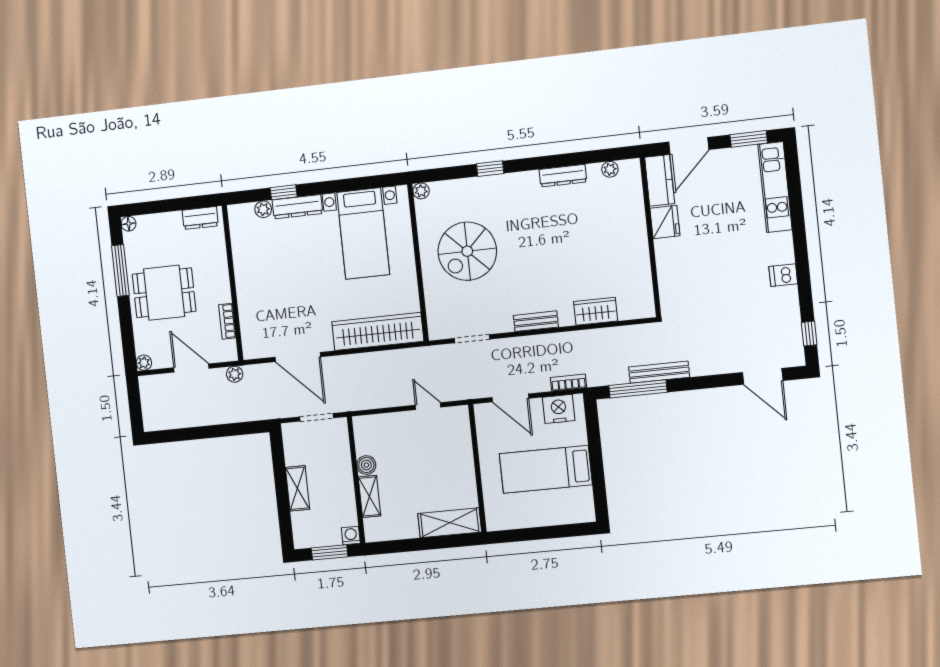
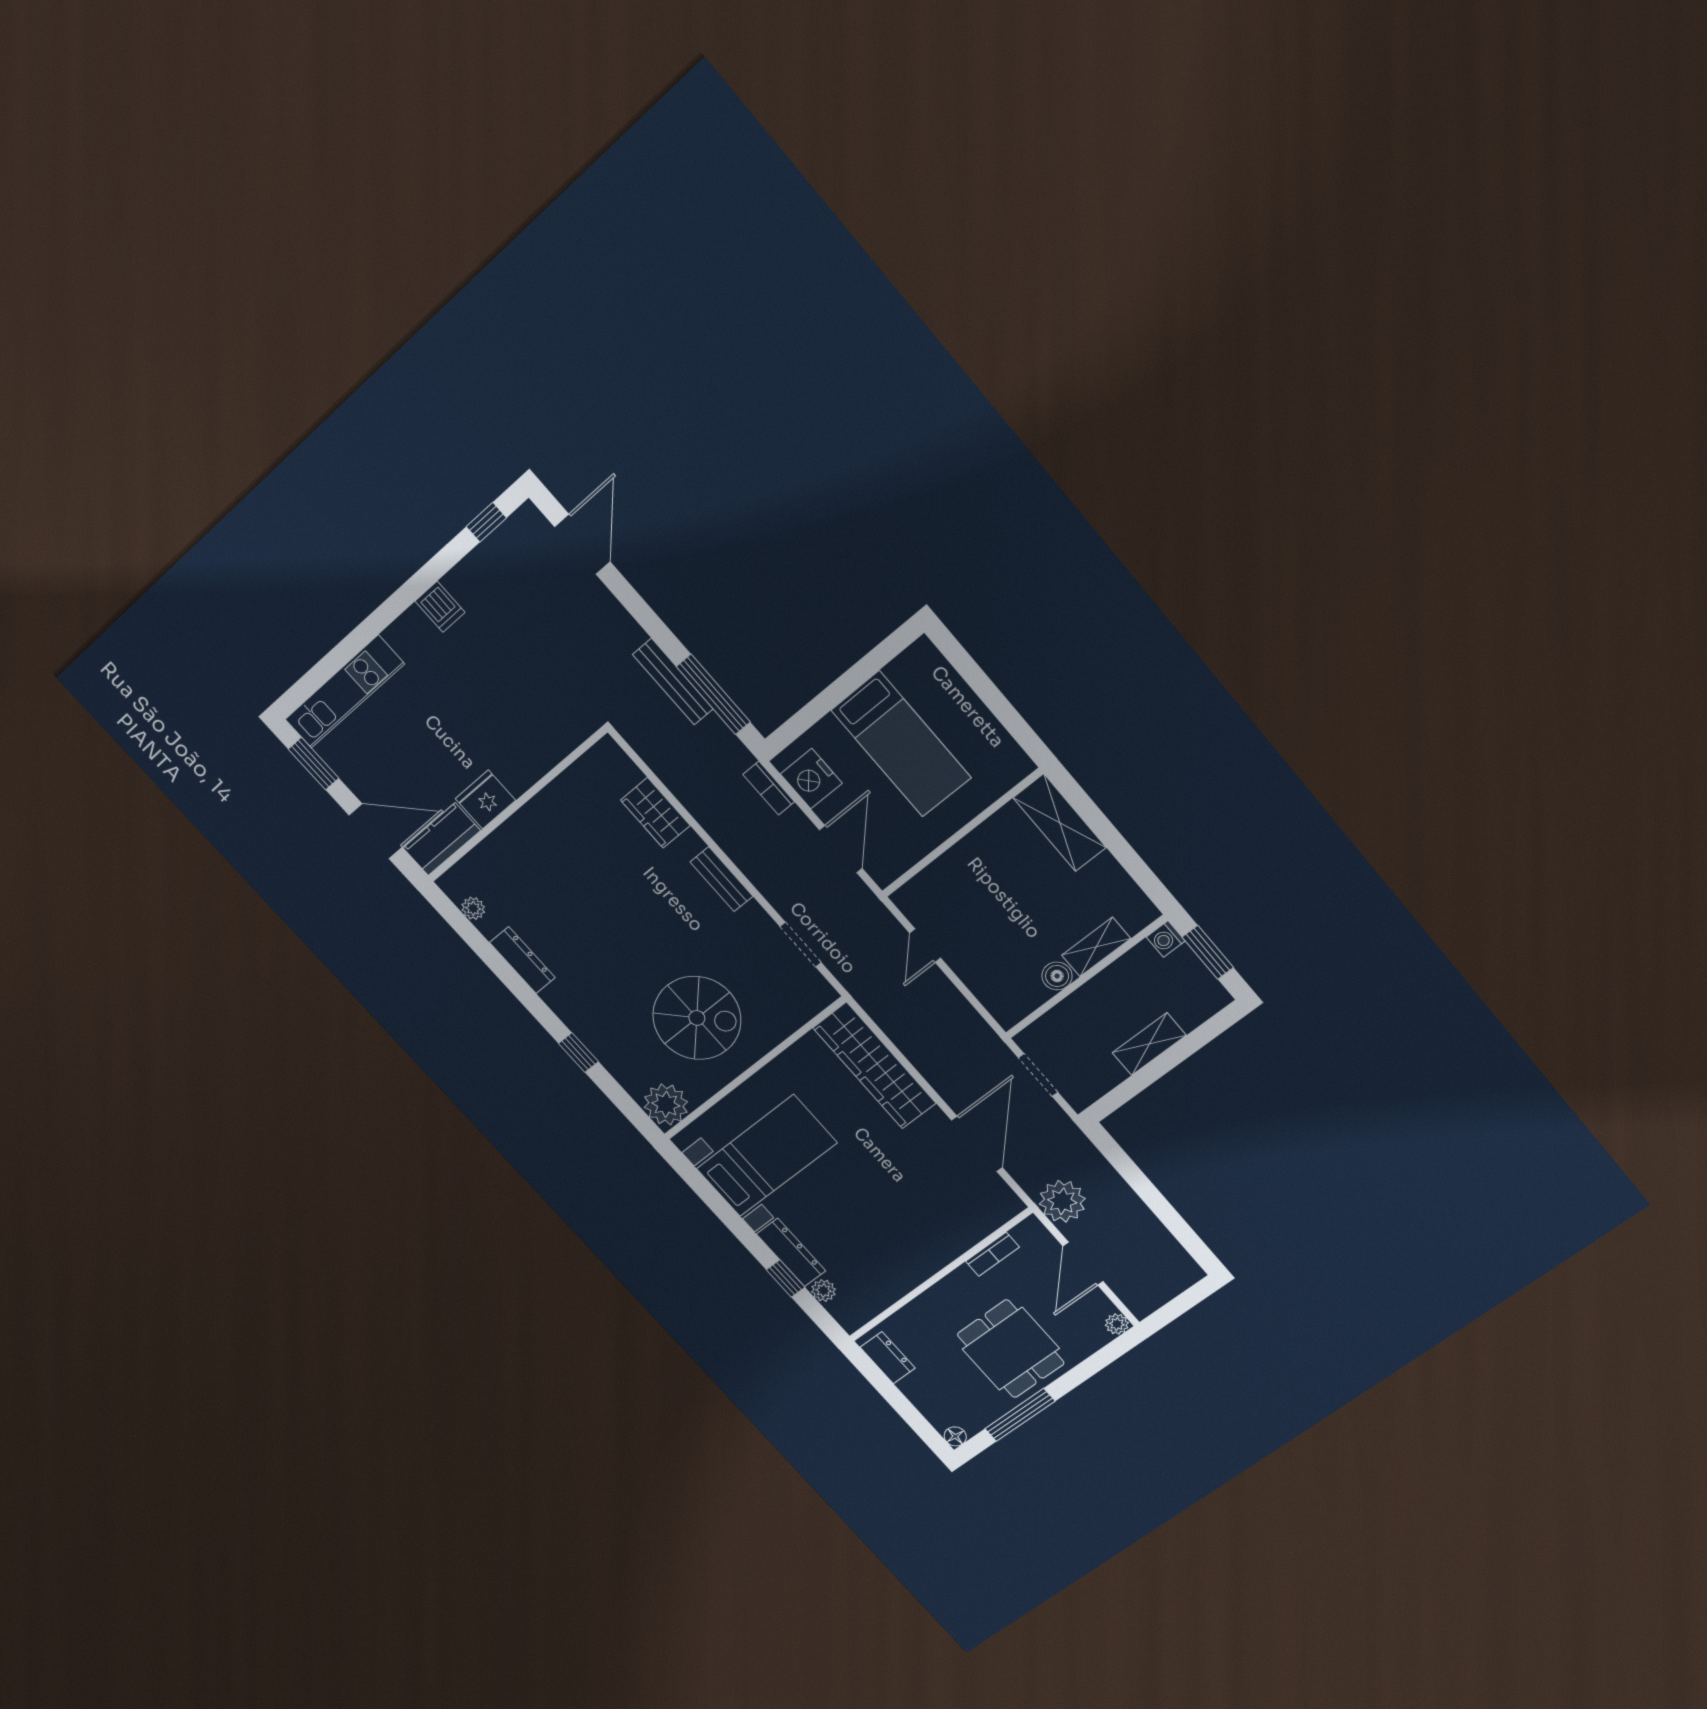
plant: (421, 191) -> (666, 1104), width x1.88, depth x1.88
plant: (235, 374) -> (1062, 1201), width x1.87, depth x1.87

